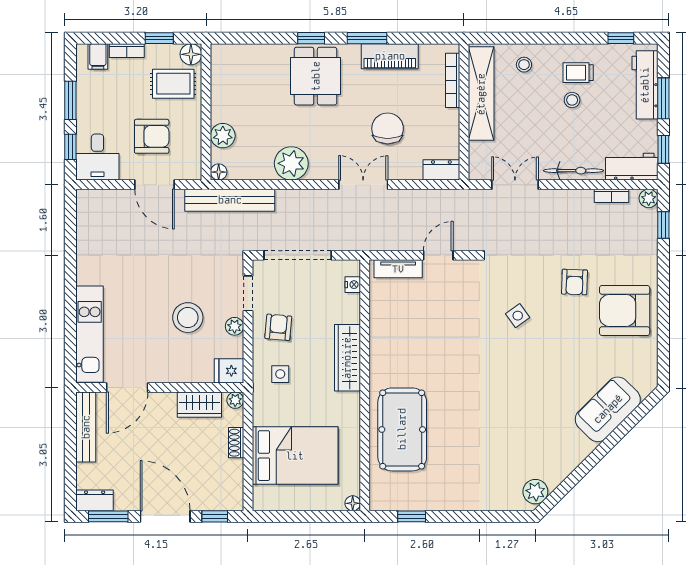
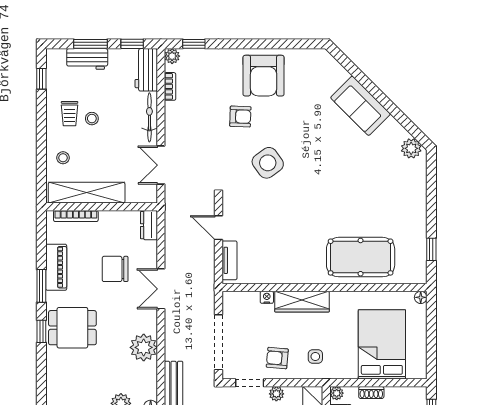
workbench: (645, 85) -> (87, 59), width x0.73
nightstand: (353, 285) -> (267, 297), moved
side table: (518, 316) -> (268, 163), width x1.87, depth x1.87
sofa: (608, 409) -> (361, 106), moved

